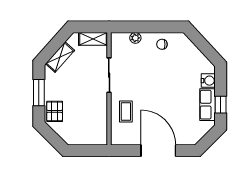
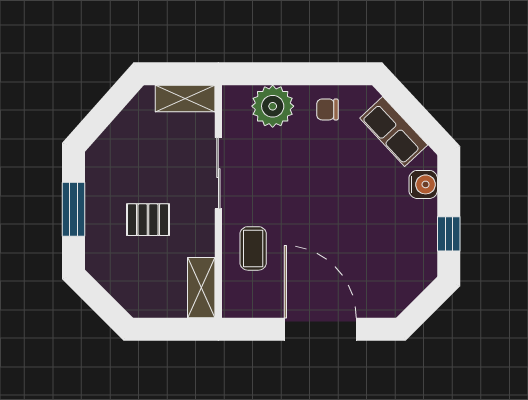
plant: (135, 38) -> (273, 106), width x1.88, depth x1.88
shelving: (60, 57) -> (201, 288), moved, turned -42
row of seats: (208, 105) -> (394, 132), moved, turned -43
pallet: (55, 111) -> (148, 220), moved, turned 90

